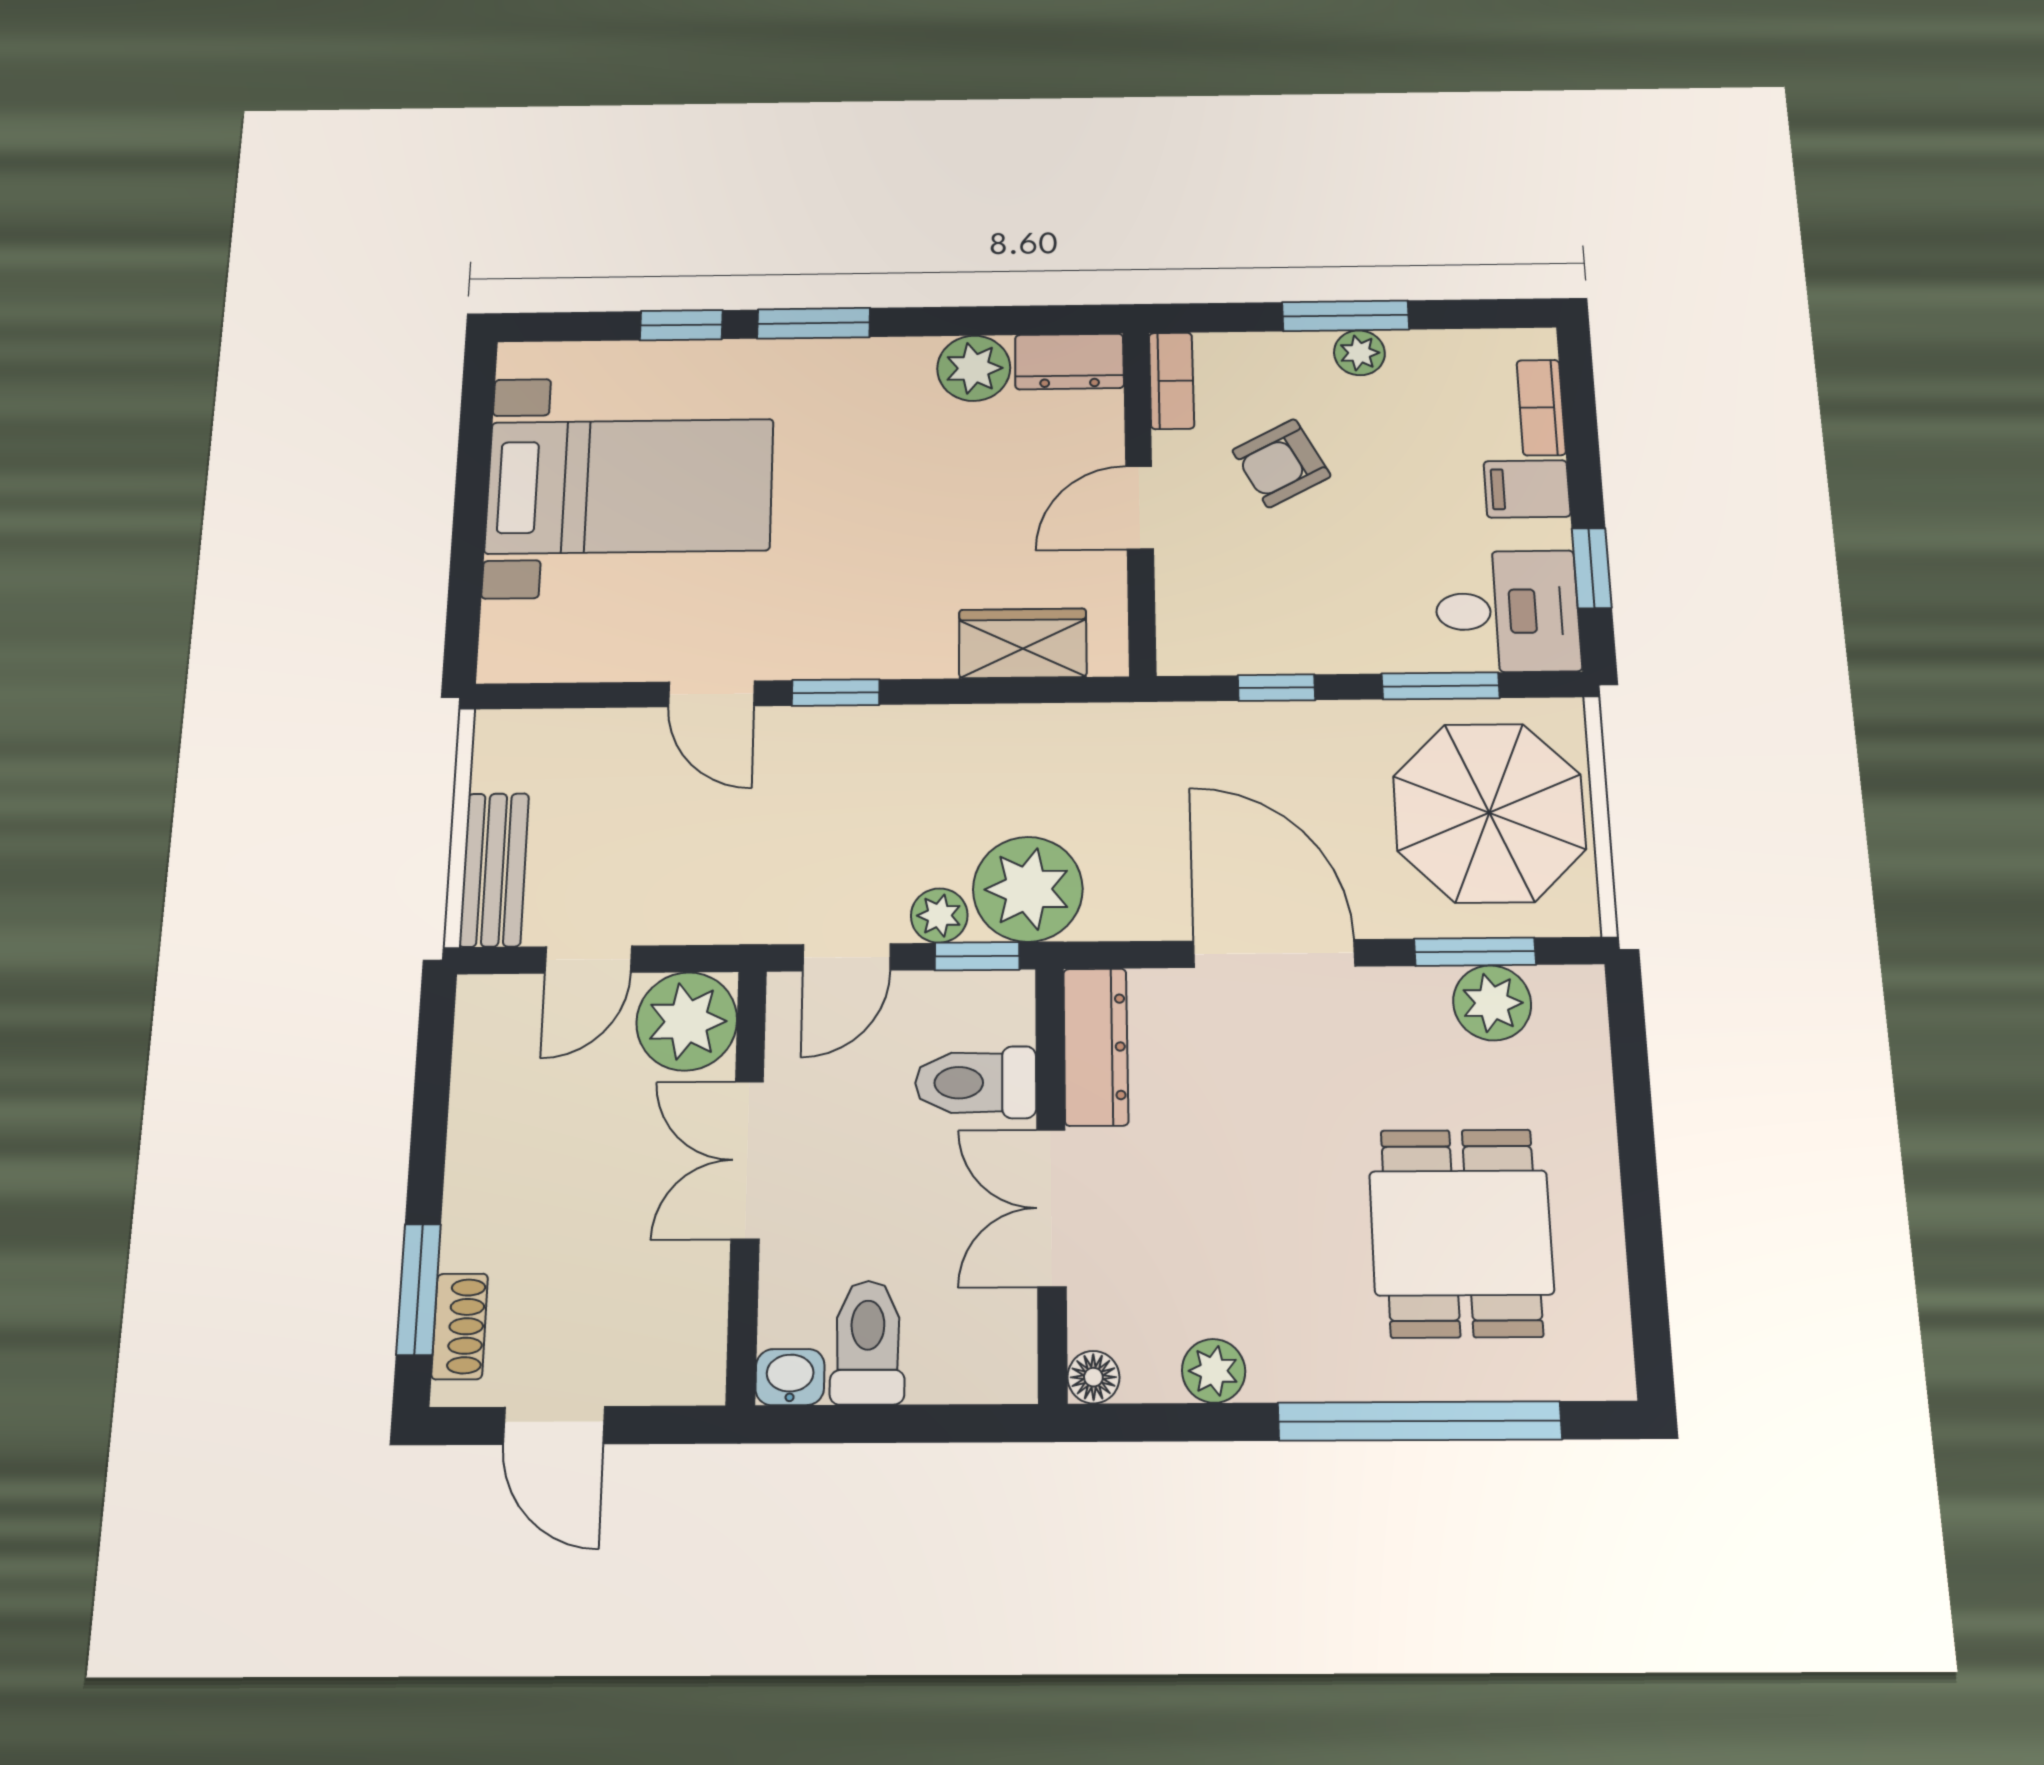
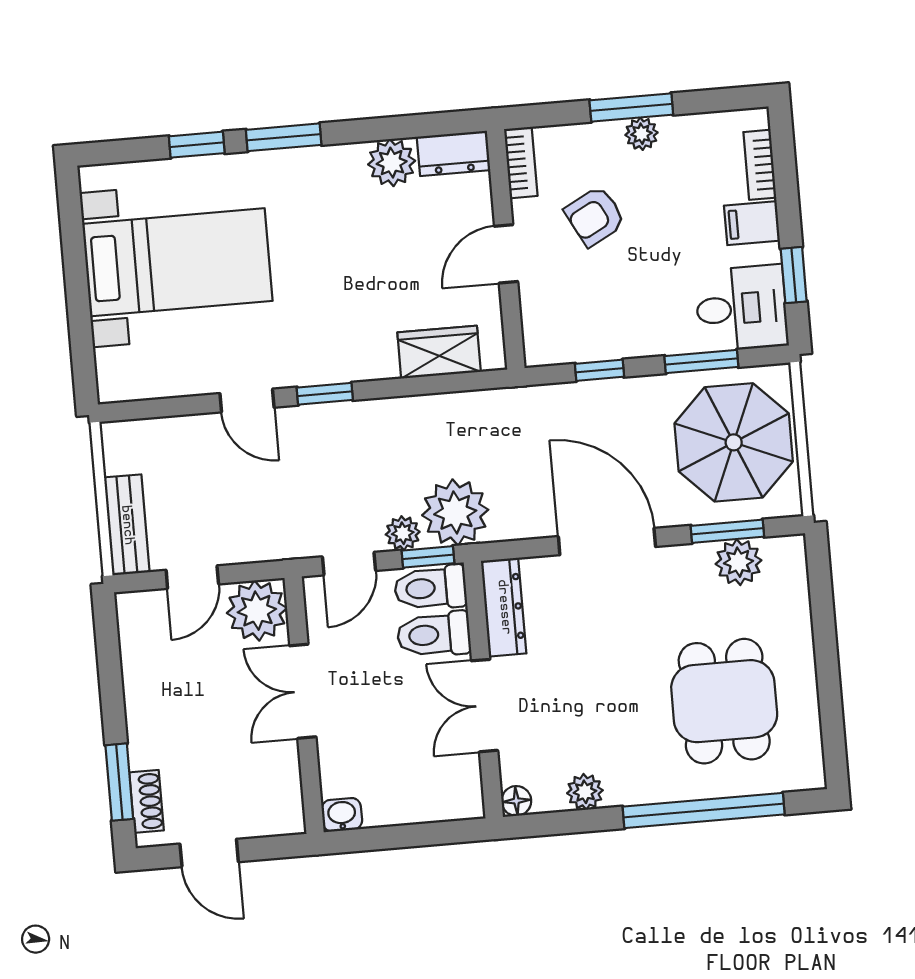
toilet: (868, 1342) -> (430, 588), moved, turned -90

